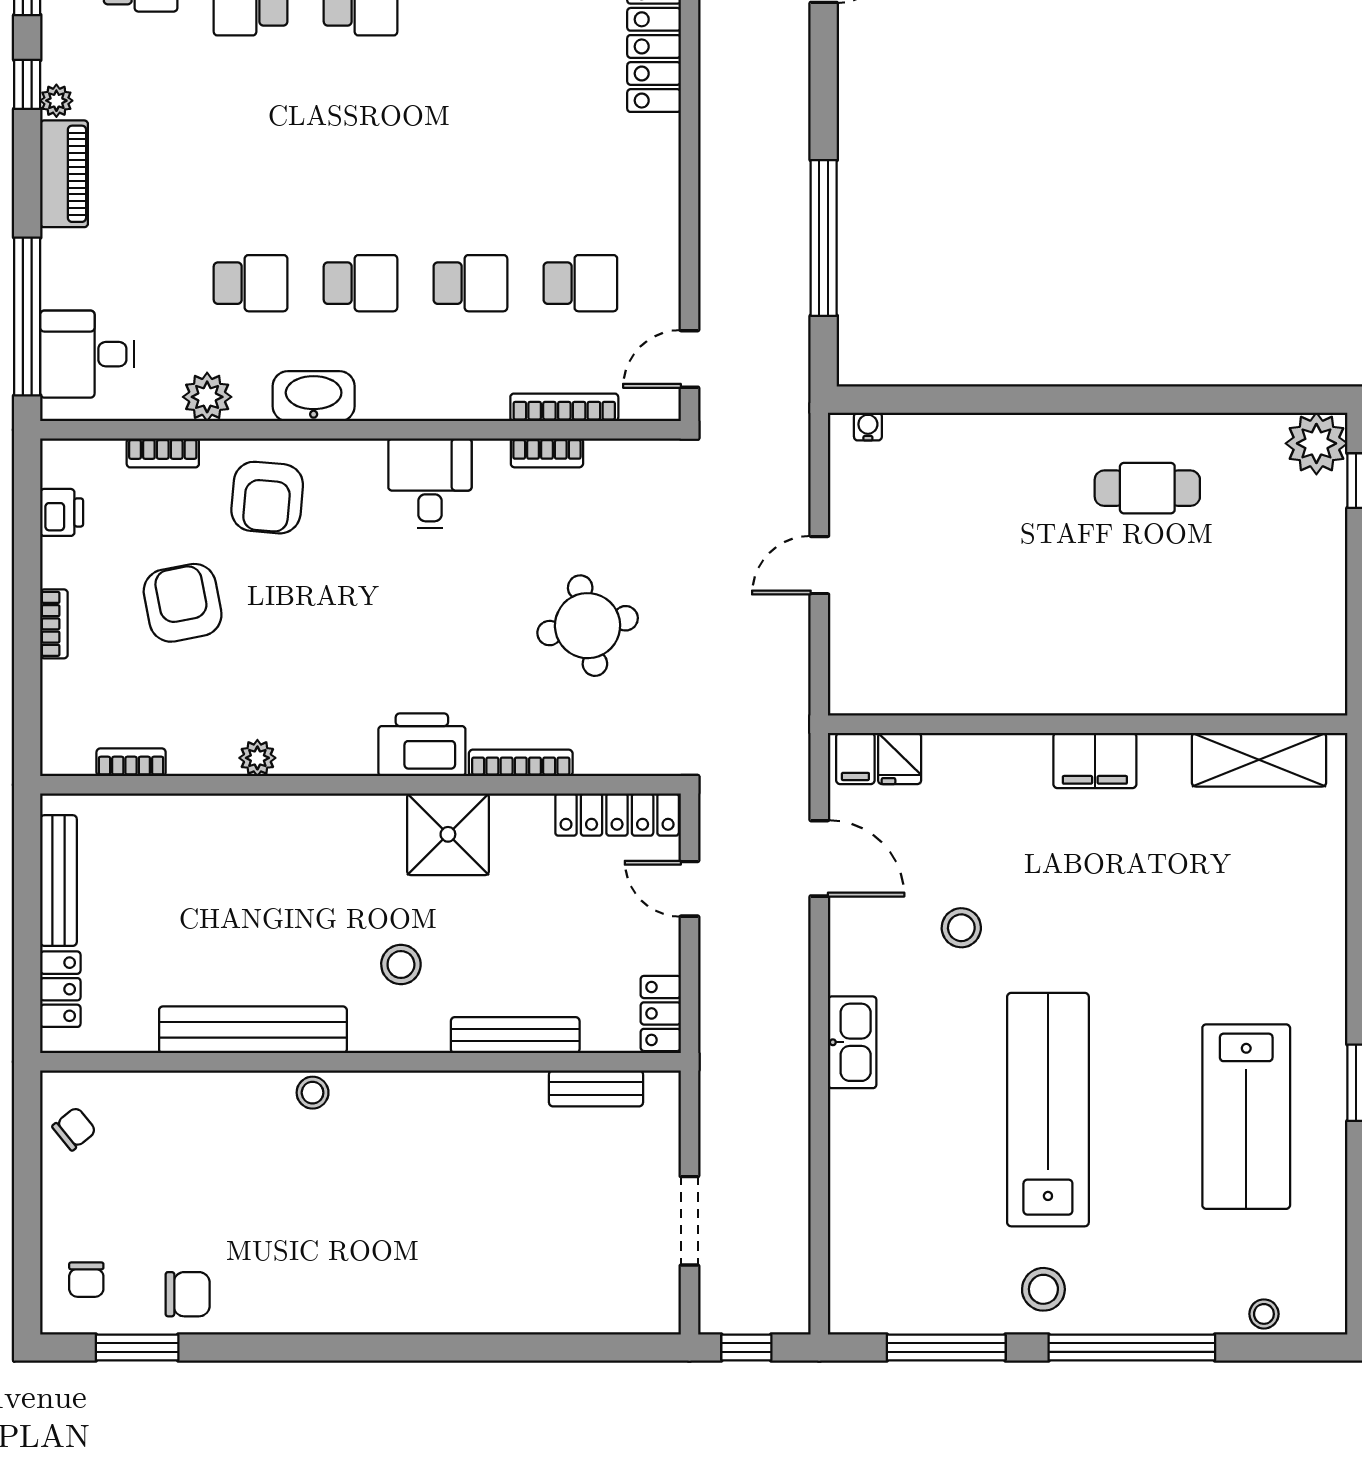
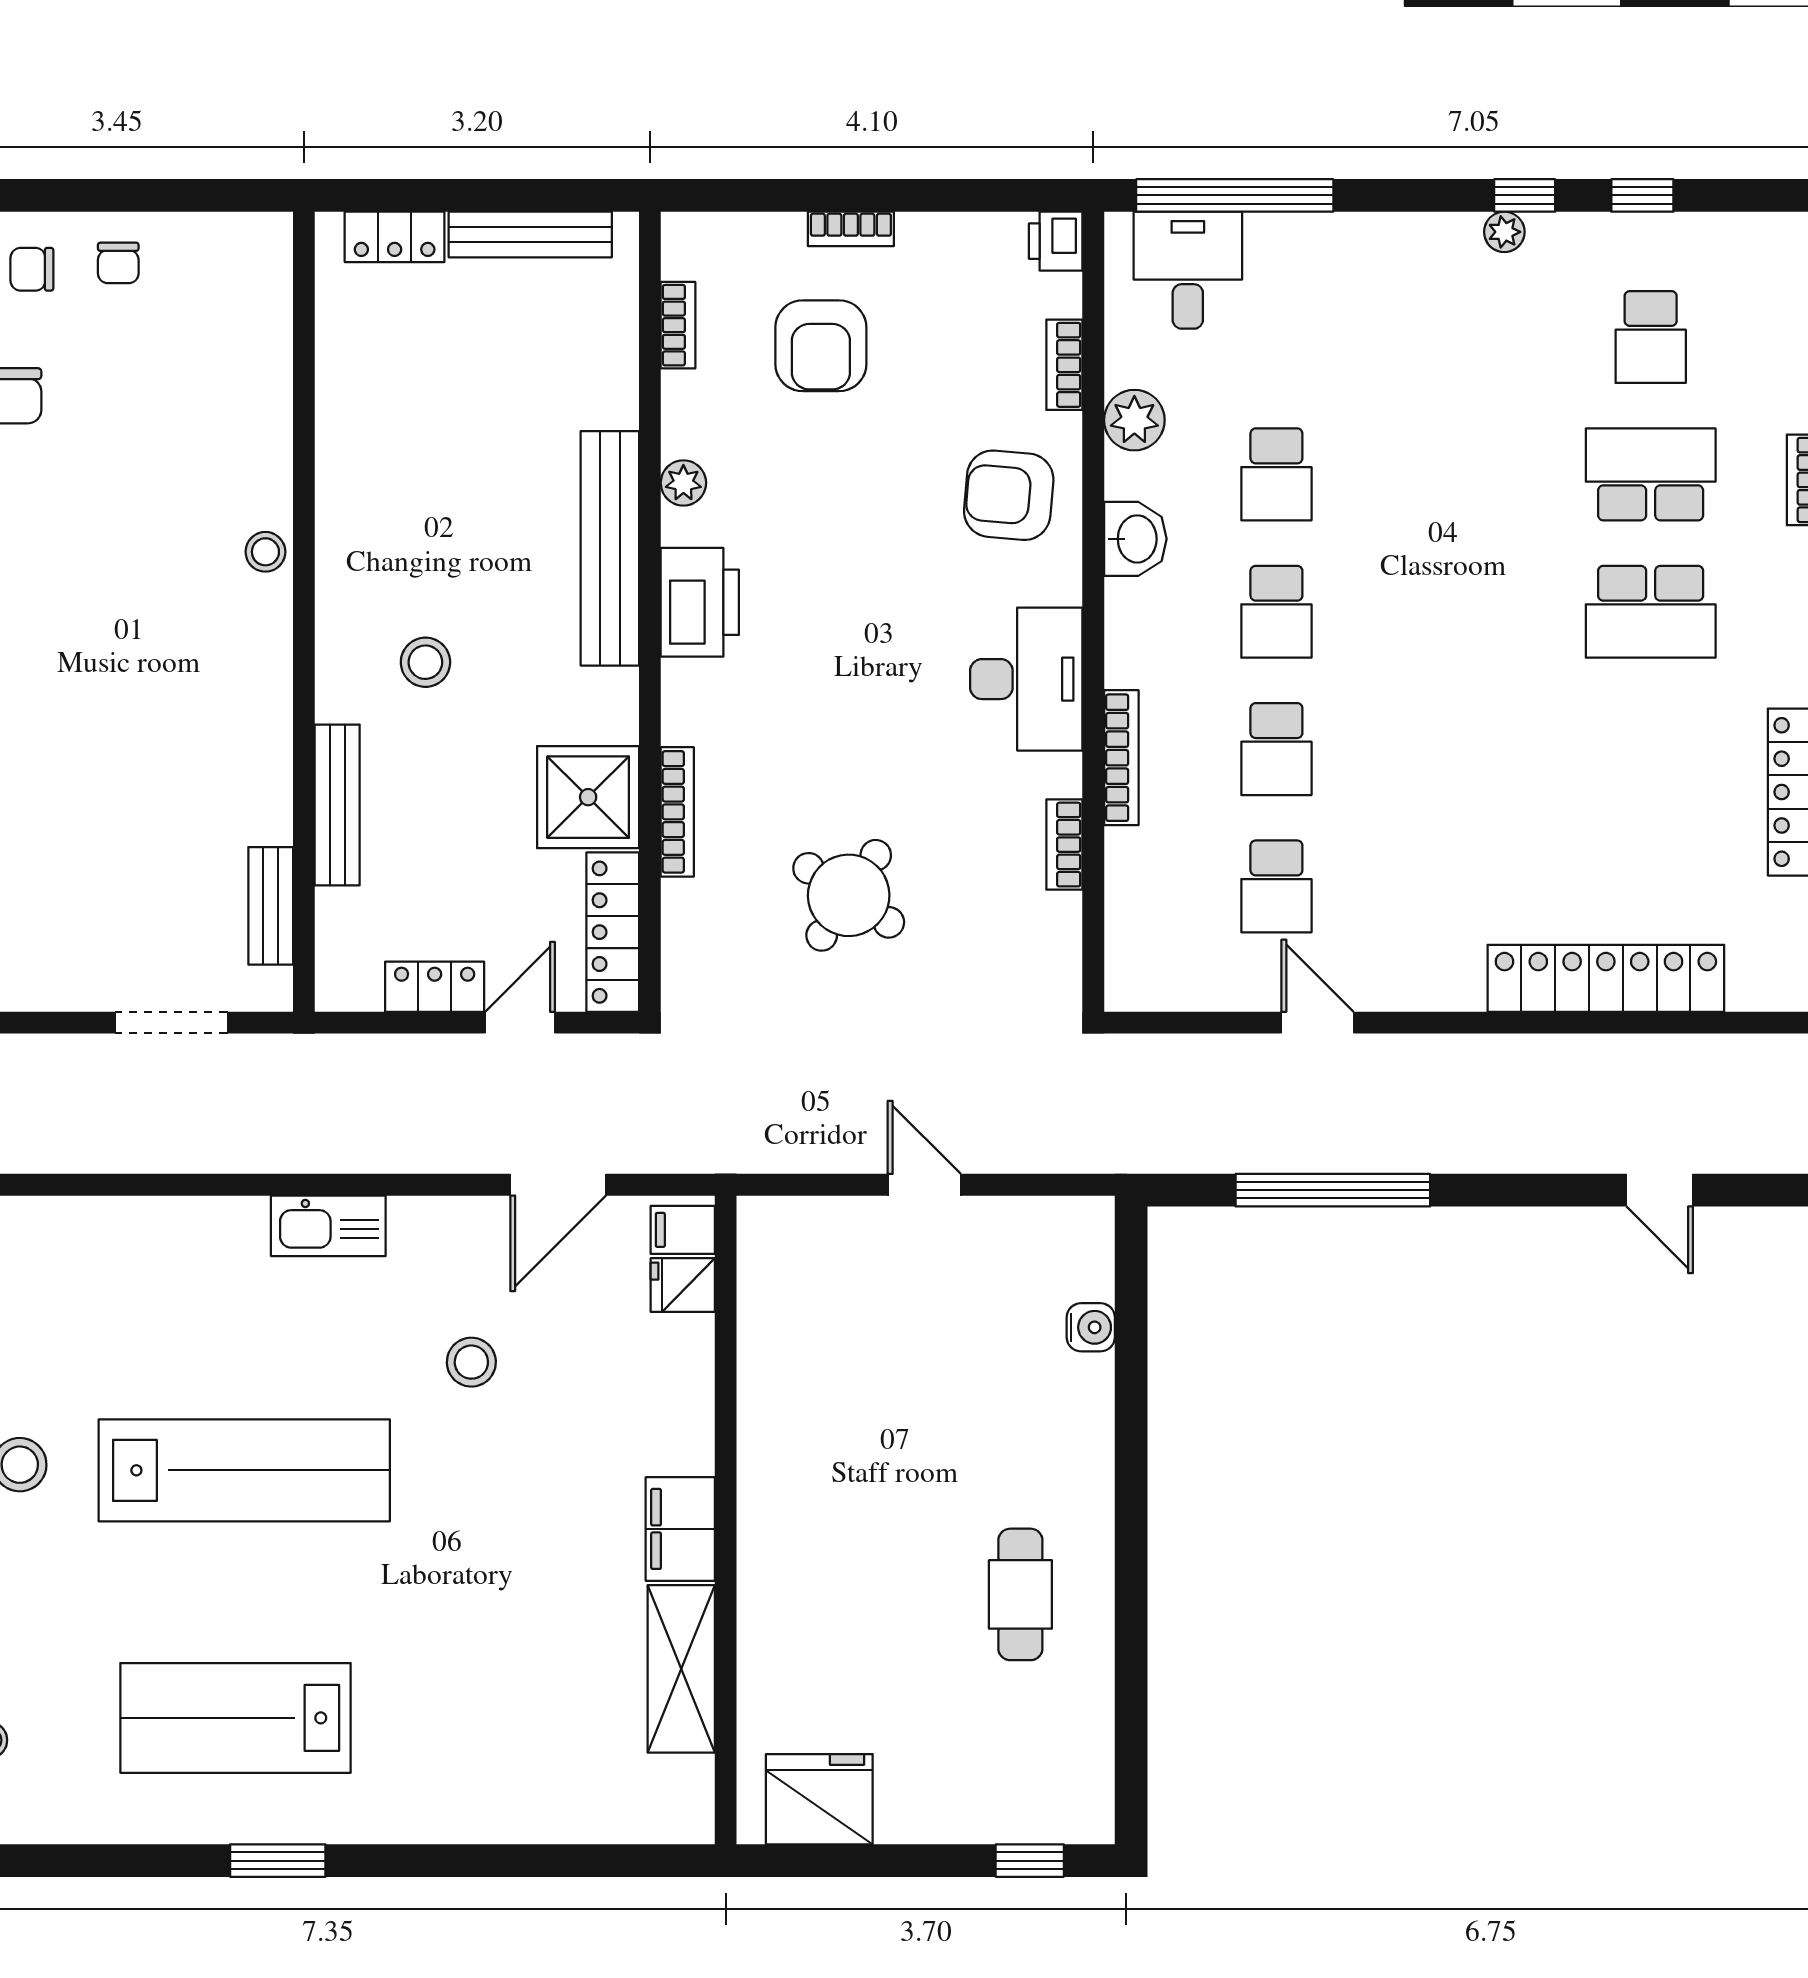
piano: (64, 174) -> (1413, 241), removed
door: (689, 359) -> (1318, 1023), moved
washbasin: (314, 396) -> (1135, 539), width x0.72
bookcase: (564, 407) -> (1121, 758), moved
water cooler: (868, 426) -> (1091, 1327), moved, width x1.38, depth x1.38
plant: (1316, 443) -> (1076, 1806), removed
desk: (430, 483) -> (1026, 679), width x1.37
printer: (62, 512) -> (1056, 241), moved, turned 90
armchair: (183, 603) -> (821, 346), moved, turned 101
round table: (588, 626) -> (849, 895), turned 45
fridge: (1311, 649) -> (819, 1799), added
printer: (422, 745) -> (700, 602), moved
shelving: (1259, 760) -> (681, 1669), moved
shower: (448, 834) -> (588, 797), moved
locker: (661, 1013) -> (435, 987), moved
bench: (253, 1030) -> (610, 548), moved
chair: (74, 1129) -> (118, 263), moved, turned 39
doorway: (689, 1221) -> (171, 1023), moved

